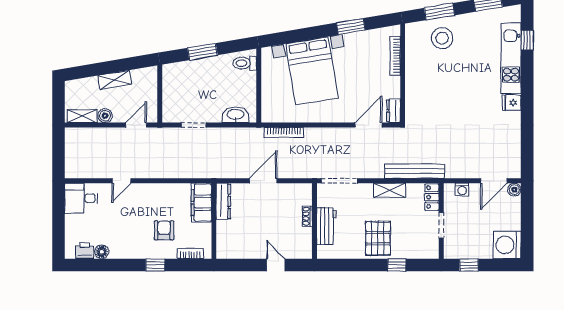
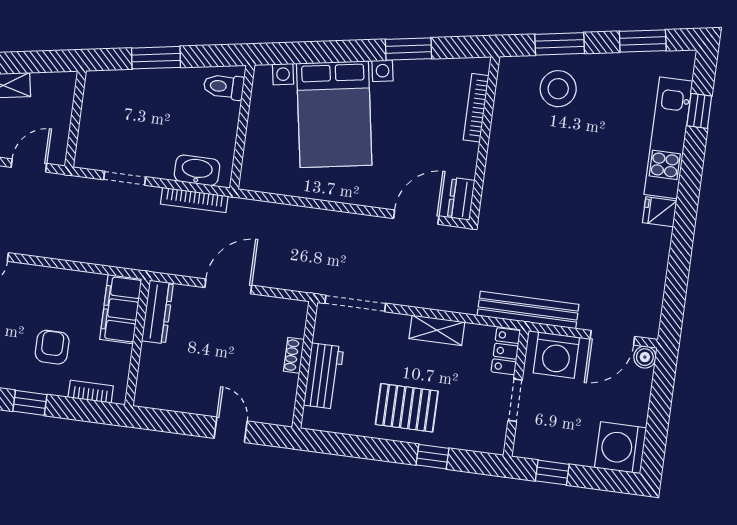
bookcase: (284, 132) -> (194, 200), moved
bench: (415, 171) -> (528, 310), moved
washing machine: (462, 190) -> (556, 355), width x1.89, depth x1.89
pallet: (378, 238) -> (407, 408), turned 90

